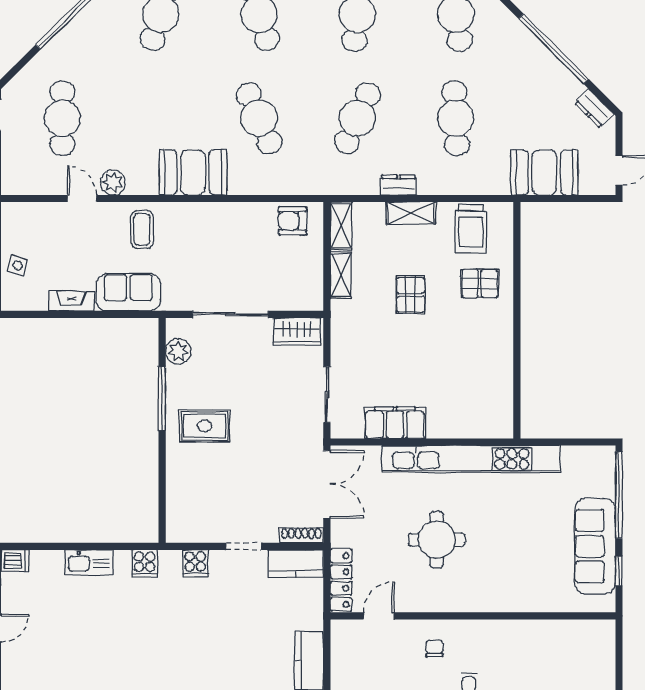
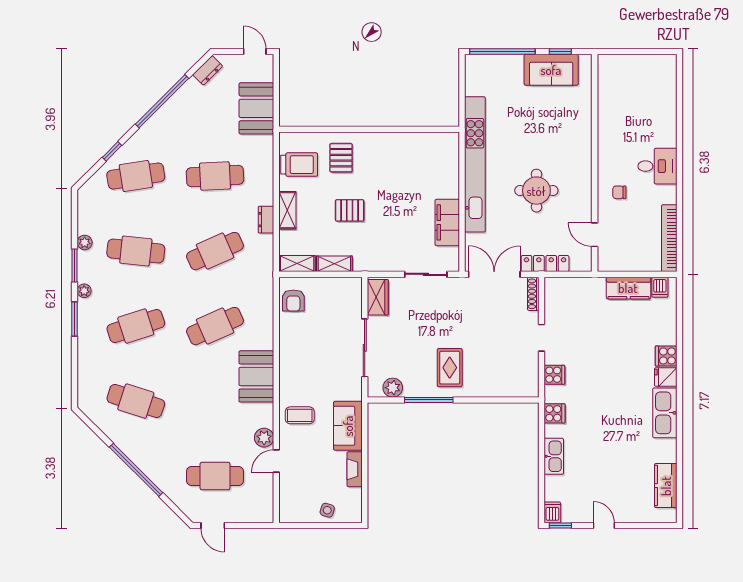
cafe table: (357, 118) -> (215, 251), turned -48
sofa: (595, 546) -> (551, 70), width x0.73
kitchen counter: (296, 564) -> (555, 298), removed
locker: (341, 580) -> (545, 264), moved

